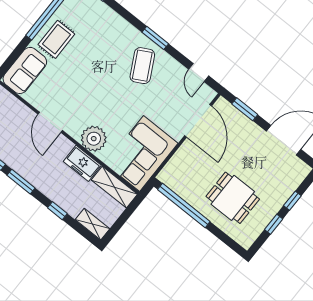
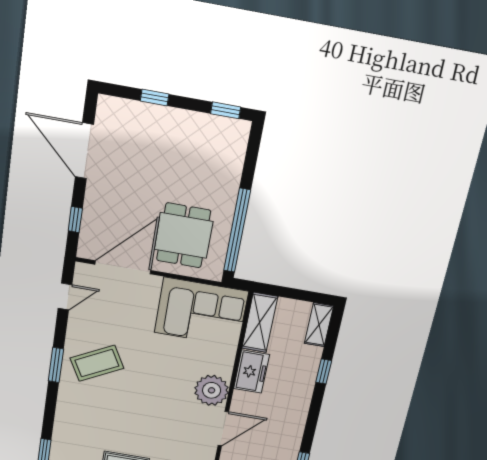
window: (245, 109) -> (75, 220), width x0.67
plant: (94, 139) -> (212, 390), moved
window: (21, 182) -> (311, 426), removed
dining table: (233, 198) -> (184, 235), moved
window: (274, 224) -> (226, 110), moved

